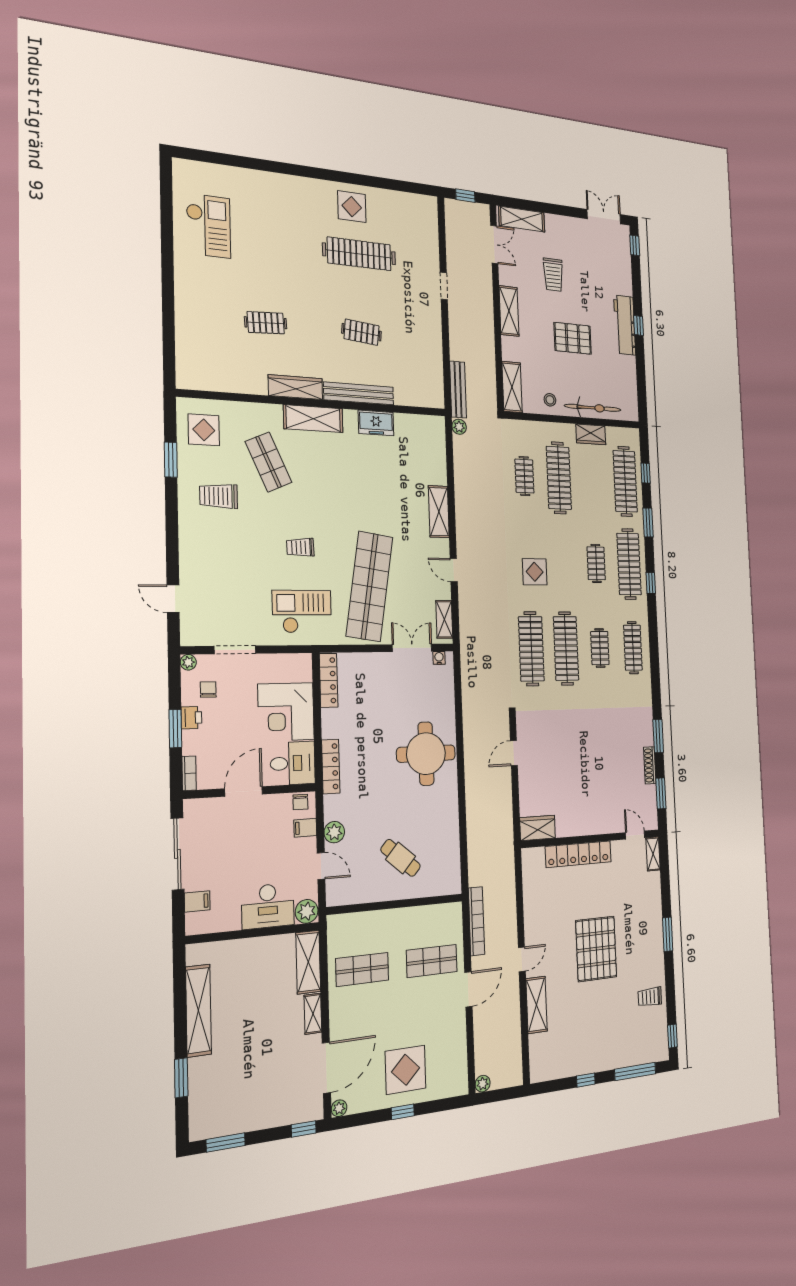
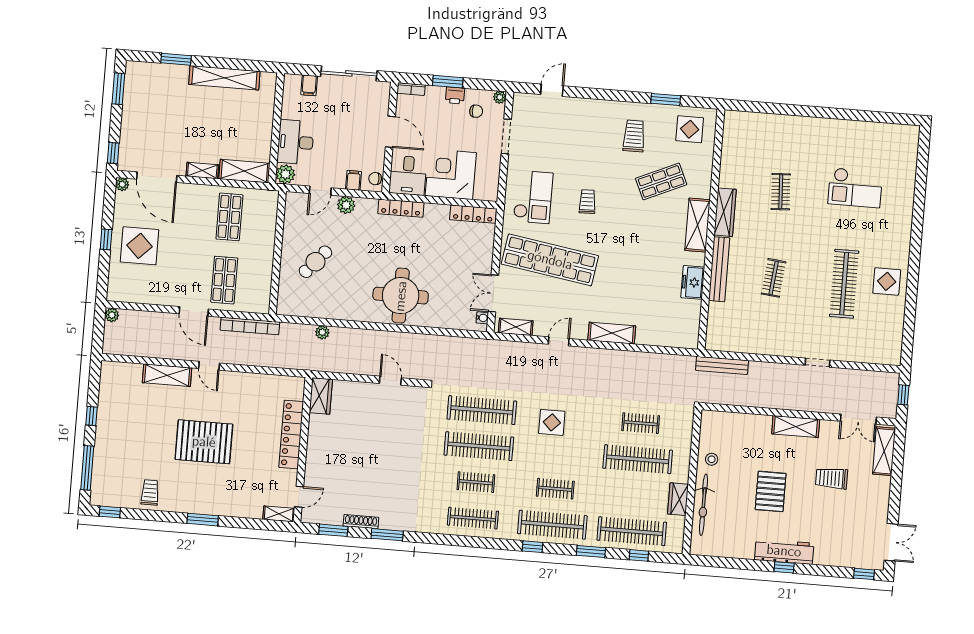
checkout: (208, 226) -> (855, 188), moved
shelving: (512, 387) -> (724, 421), removed
plant: (459, 427) -> (322, 332), moved
double door: (412, 648) -> (493, 293), swing flipped

